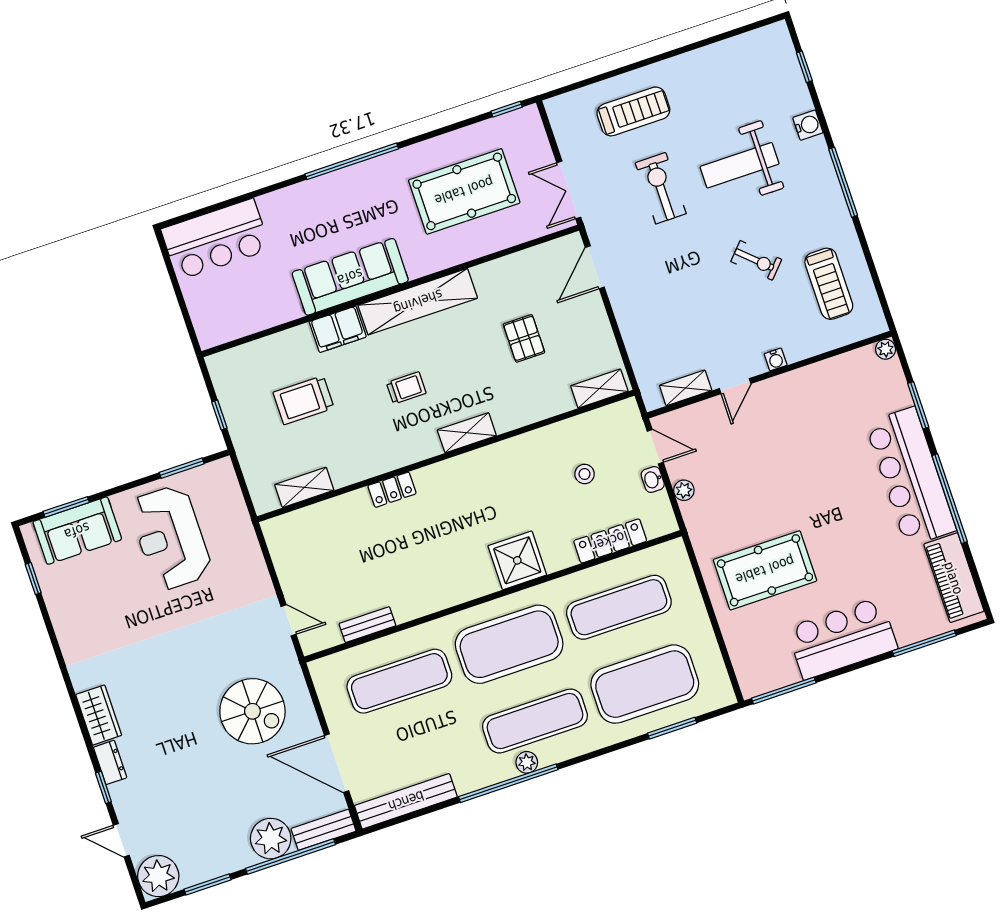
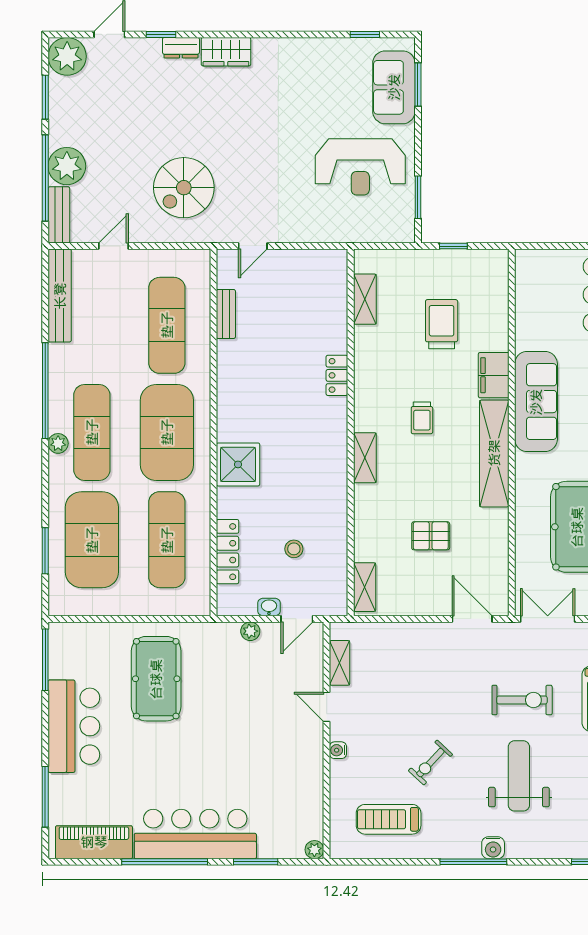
water cooler: (808, 125) -> (493, 848), moved
reception desk: (170, 538) -> (360, 167), turned 180
plant: (527, 762) -> (58, 443), moved
door: (337, 763) -> (113, 246), width x0.53

